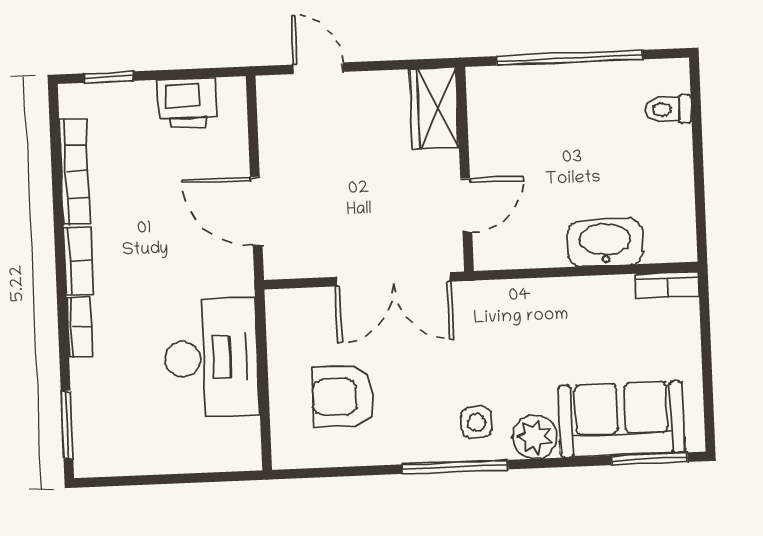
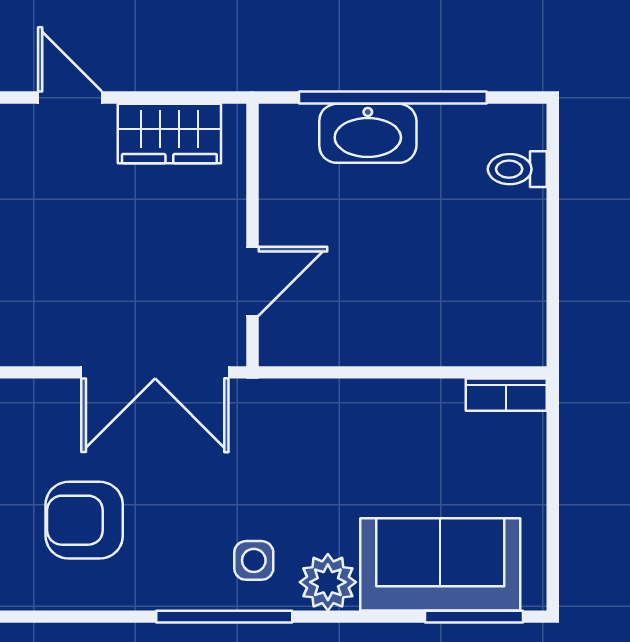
wardrobe: (434, 108) -> (169, 133), moved, turned -90
washbasin: (605, 242) -> (368, 133), moved, turned 180

